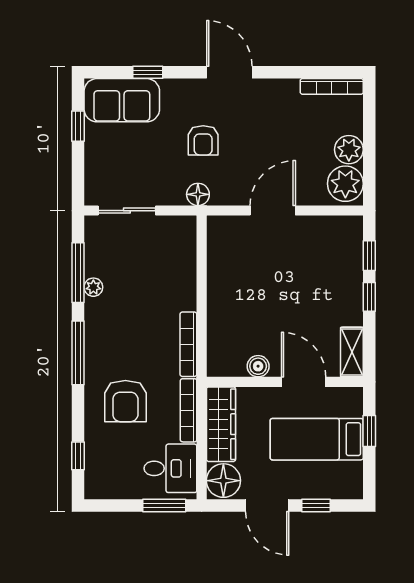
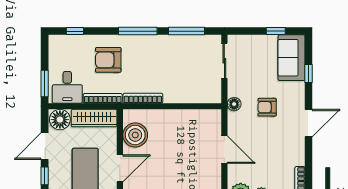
plant: (93, 287) -> (178, 40), removed
boiler: (258, 366) -> (135, 135), width x1.86, depth x1.86

